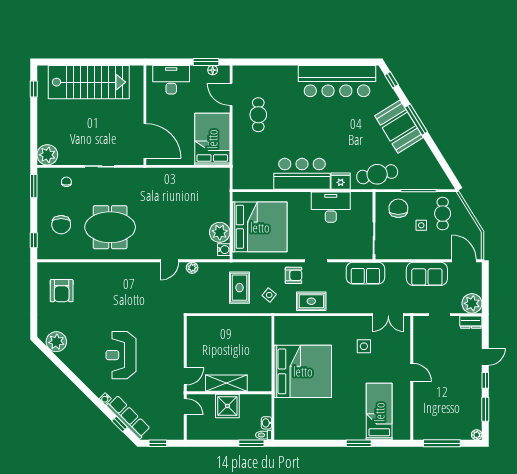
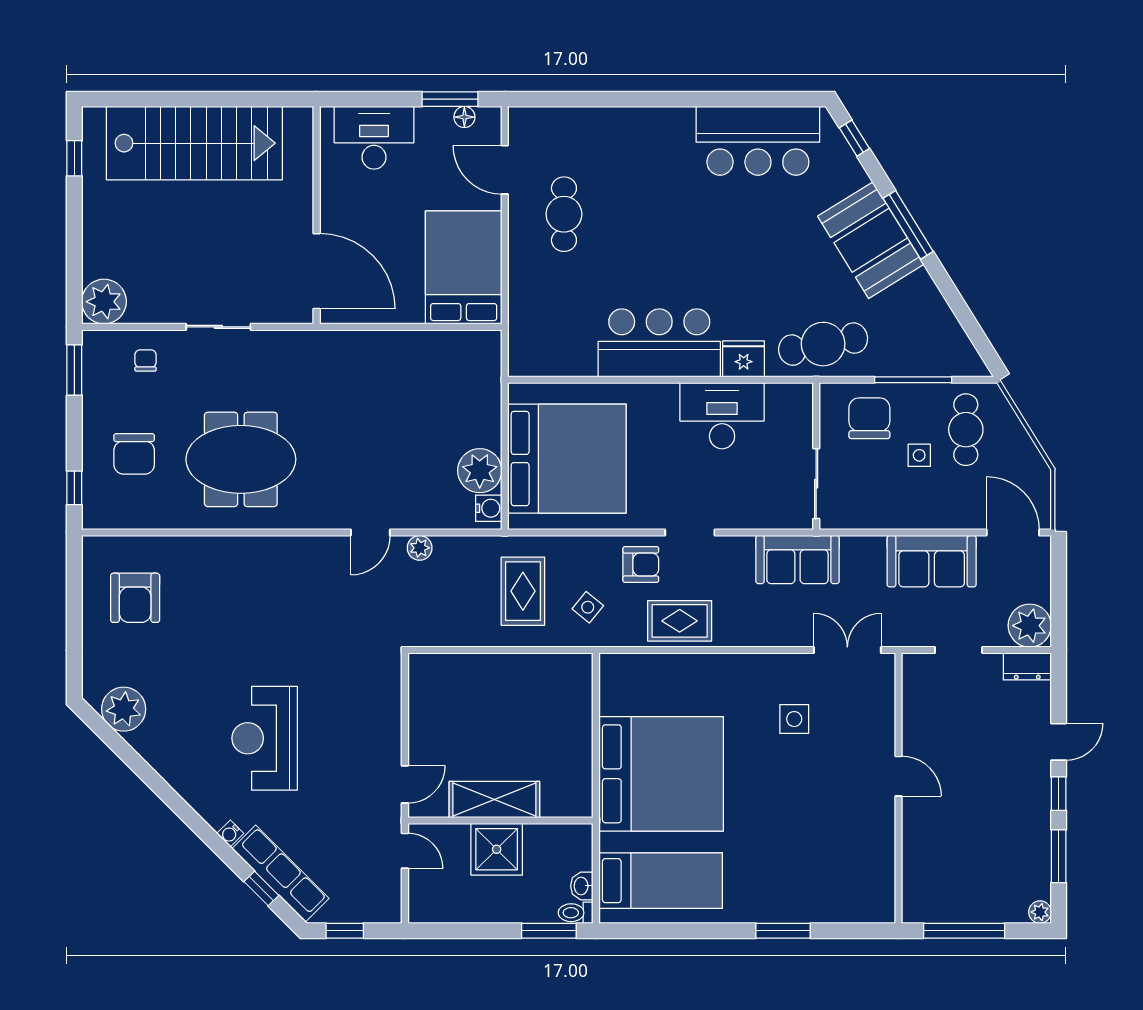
bar counter: (337, 81) -> (758, 141), width x0.73
double door: (388, 315) -> (847, 650), swing flipped
bed: (379, 412) -> (661, 881), moved, turned 90

